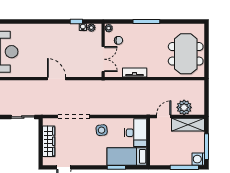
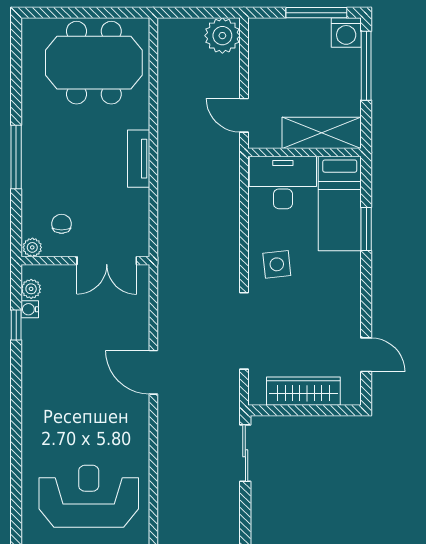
double door: (103, 59) -> (107, 261), swing flipped
tv unit: (135, 73) -> (139, 159), moved
door: (57, 79) -> (153, 372), hinge flipped
plant: (184, 107) -> (222, 36), moved
shelving: (188, 125) -> (322, 133), moved, turned 90

